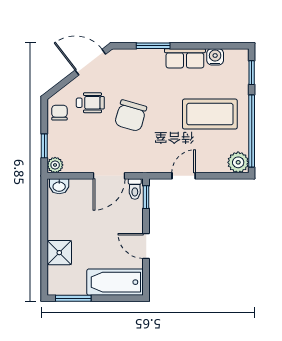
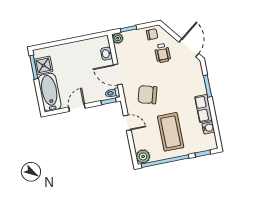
chair: (131, 116) -> (147, 95), moved
washbasin: (59, 186) -> (106, 54), moved
shower: (59, 253) -> (43, 65), moved

